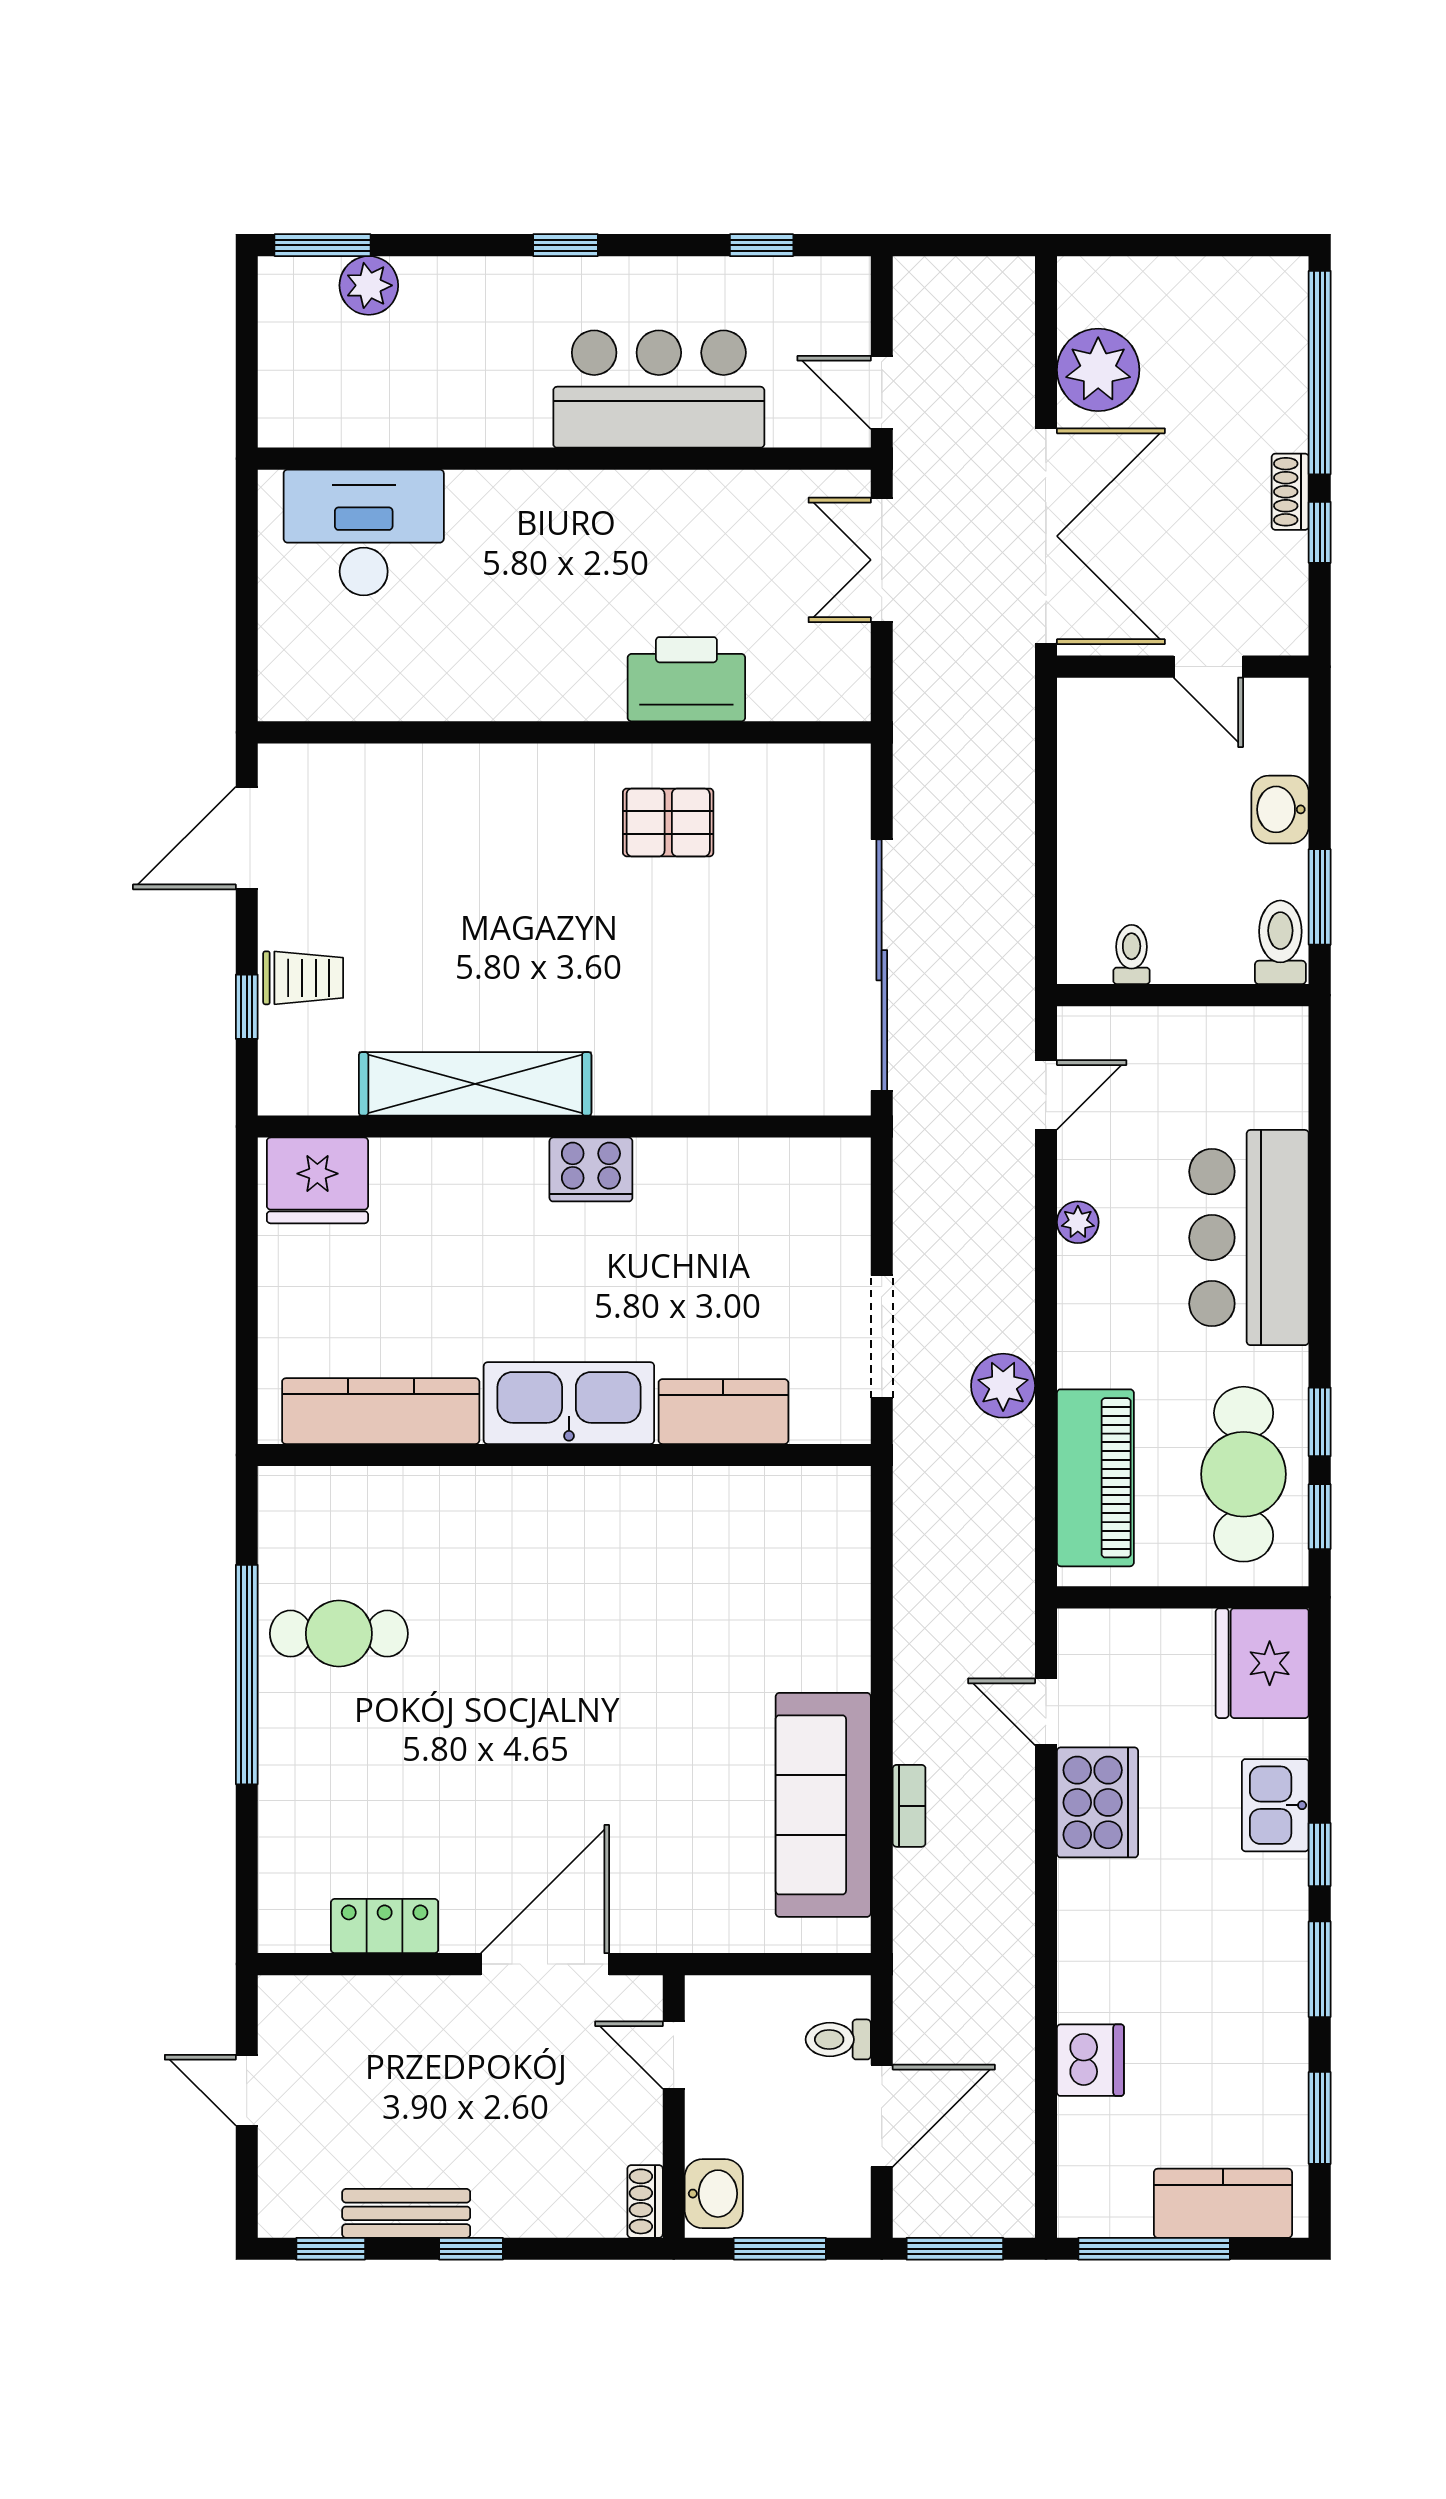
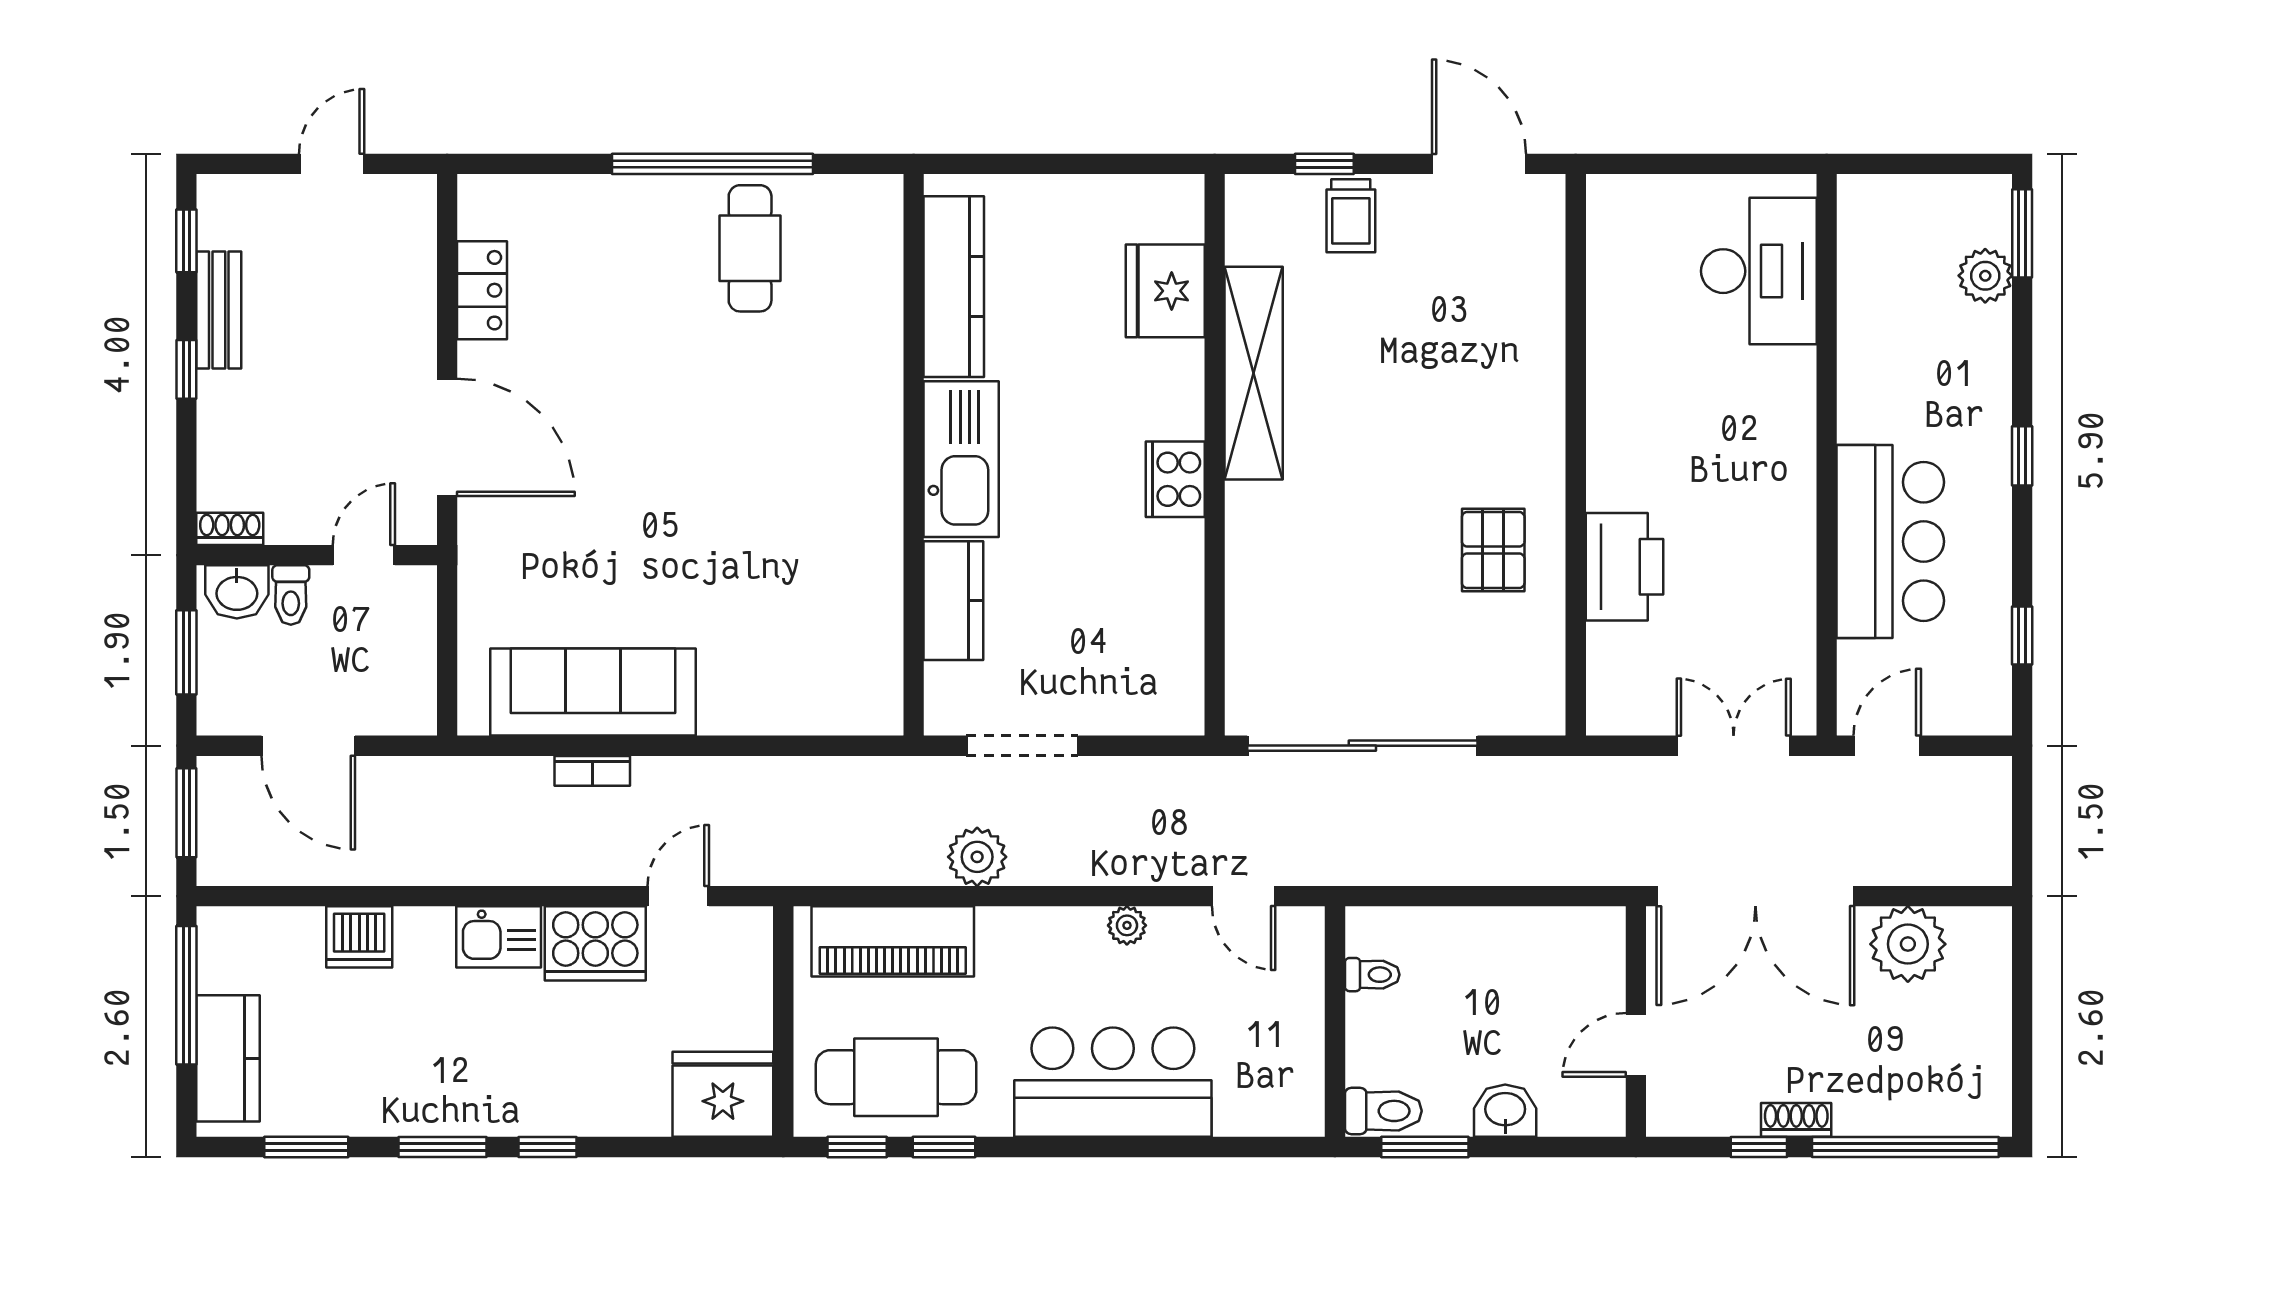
fridge: (317, 1180) -> (1165, 291), moved
kitchen sink: (1275, 1805) -> (499, 937), moved, turned 180
toilet: (838, 2039) -> (291, 595), moved, turned 180

